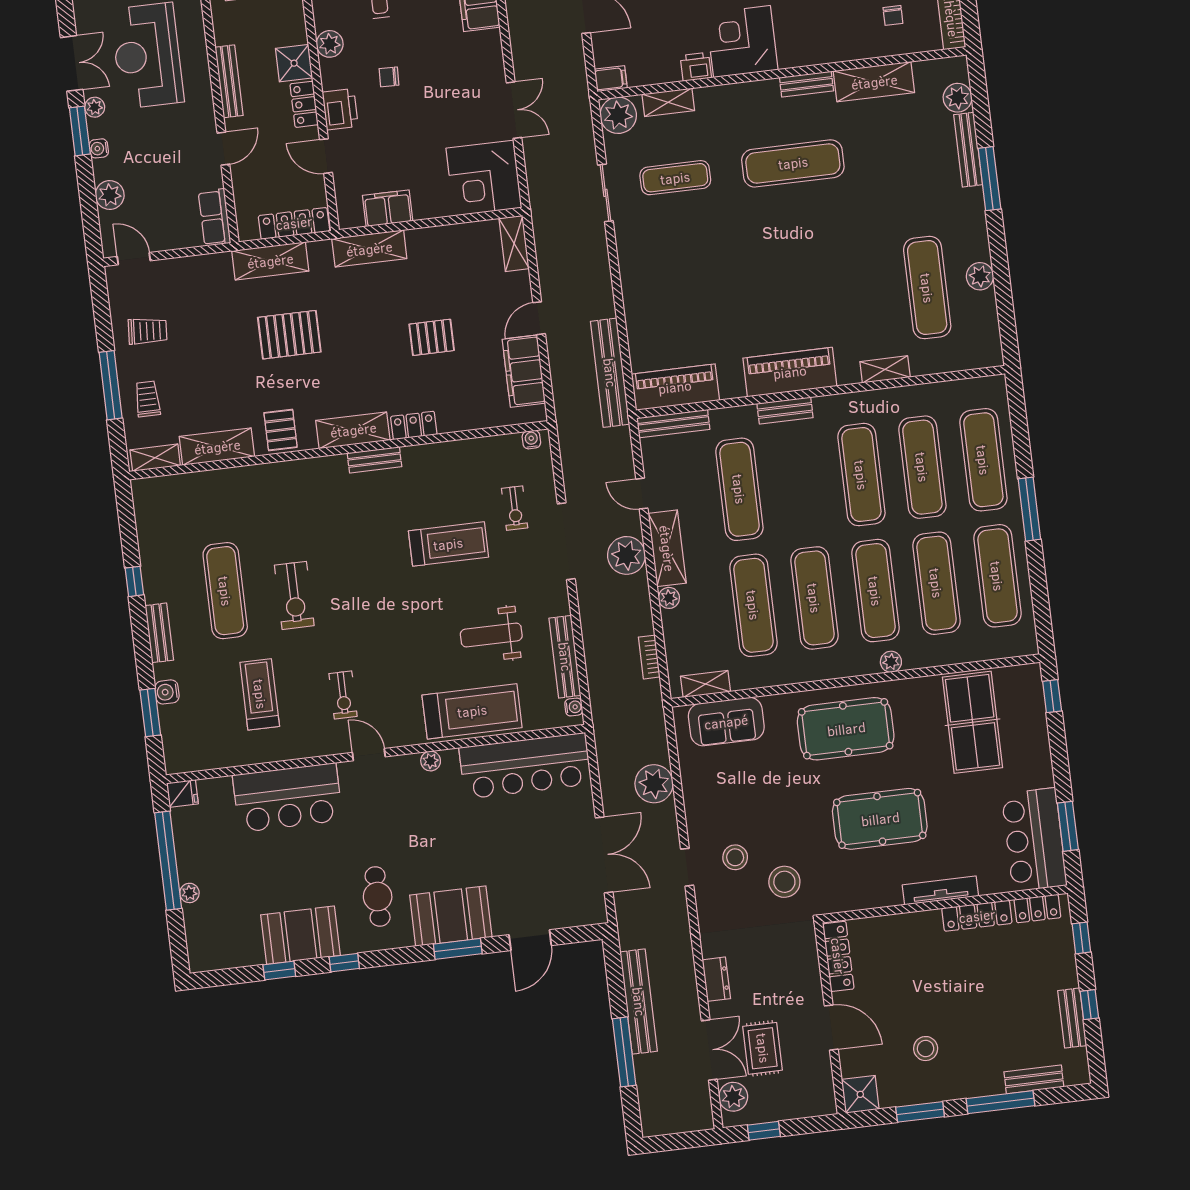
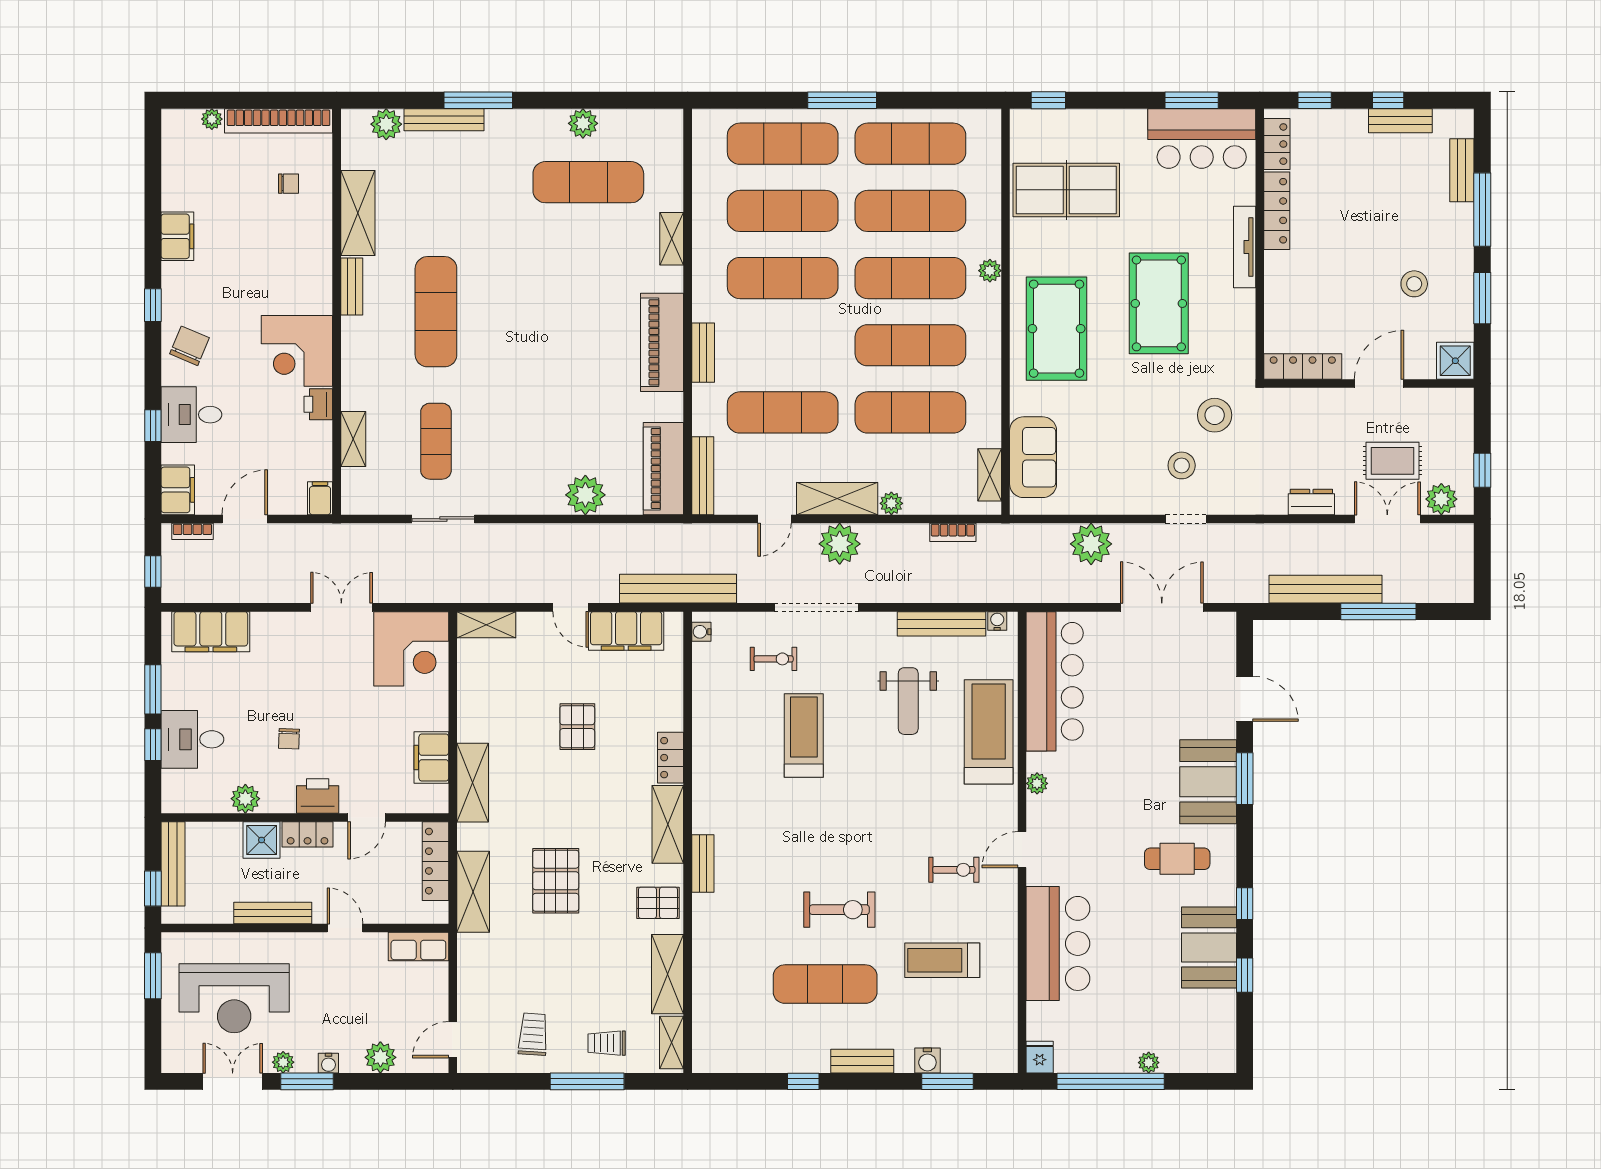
plant: (618, 115) -> (585, 495), moved
bench: (610, 373) -> (678, 589), moved
bench: (374, 460) -> (703, 863), moved

